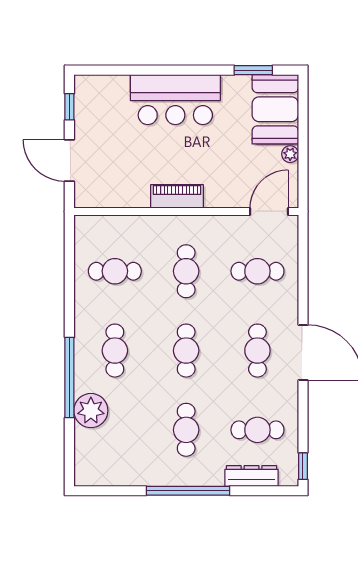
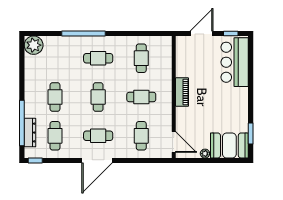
bar counter: (175, 100) -> (235, 62), moved
cafe table: (186, 351) -> (98, 97), turned 90
plant: (91, 411) -> (34, 45), moved
cafe table: (186, 430) -> (55, 97), turned 90
window: (188, 491) -> (22, 123), moved

